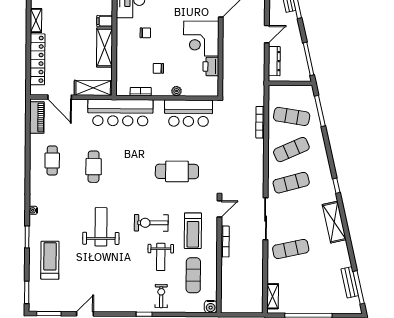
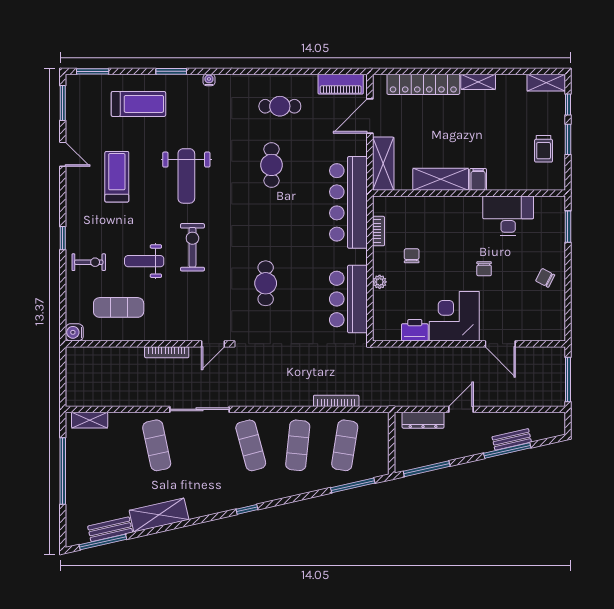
chair: (145, 33) -> (484, 269), moved
door: (267, 34) -> (461, 409), swing flipped
exercise mat: (291, 150) -> (298, 445), turned 30
cafe table: (94, 167) -> (271, 165), turned 90
cafe table: (177, 171) -> (266, 283), width x0.73, depth x0.74
door: (219, 209) -> (213, 344), hinge flipped
shelving: (334, 222) -> (159, 515), moved
weight bench: (101, 227) -> (186, 176), turned 90
treadmill: (193, 231) -> (117, 177), moved, turned 90

